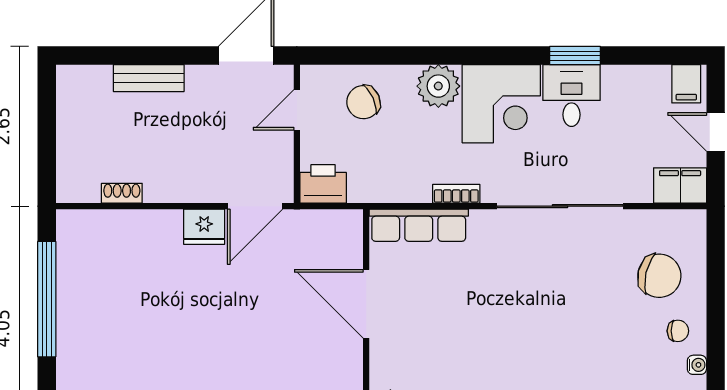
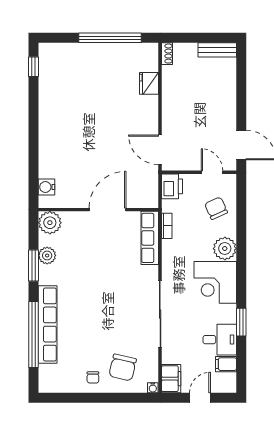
bench: (149, 78) -> (217, 50), moved, turned 90
filing cabinet: (686, 84) -> (226, 364), moved
desk: (571, 95) -> (220, 340), moved
shoe rack: (122, 193) -> (167, 54), moved
bookcase: (456, 194) -> (167, 226), moved
fridge: (204, 227) -> (149, 83), moved
water cooler: (697, 365) -> (153, 388), moved

